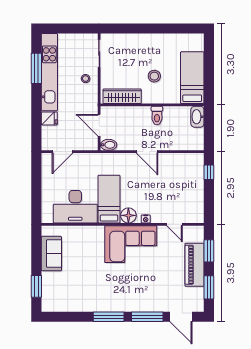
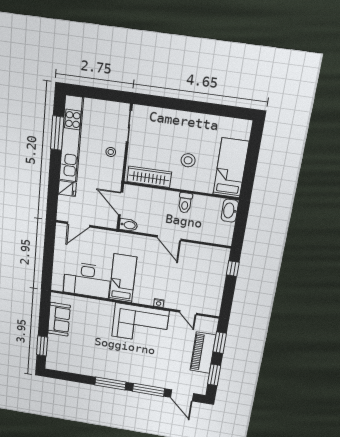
floor lamp: (128, 215) -> (141, 297), removed

